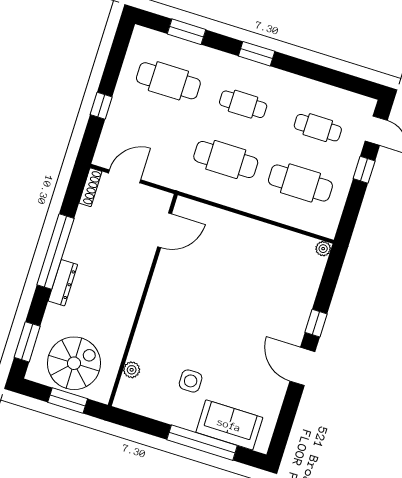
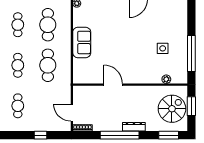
cafe table: (168, 81) -> (18, 106), width x0.73, depth x0.74
door: (165, 230) -> (113, 85), moved
spiral stairs: (74, 363) -> (172, 109), turned 90
sofa: (229, 425) -> (82, 42), moved, turned 180
window: (202, 443) -> (191, 54), moved

